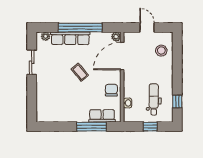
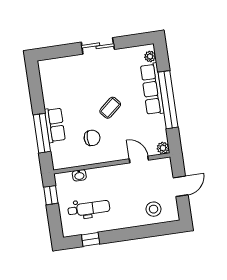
door: (122, 56) -> (139, 159), width x0.53
sliding door: (32, 62) -> (98, 46), moved
chair: (111, 90) -> (92, 138), moved
row of seats: (102, 116) -> (55, 125), moved
window: (150, 127) -> (51, 195), moved

